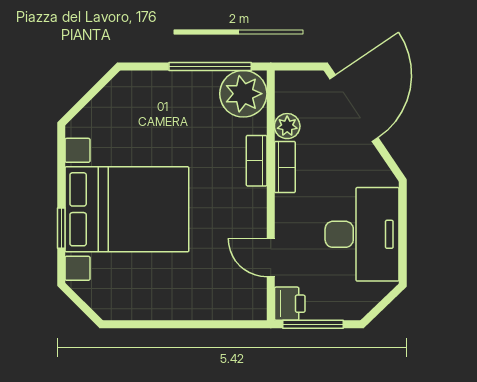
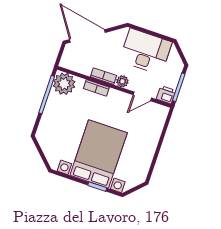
plant: (287, 126) -> (122, 81), moved

